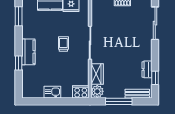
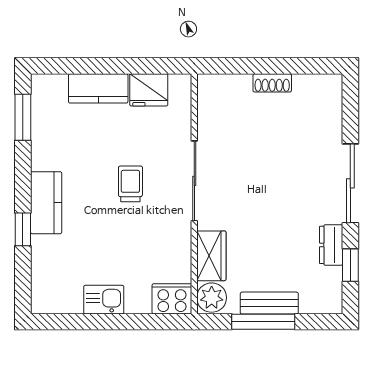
sliding door: (155, 23) -> (350, 183), moved
bench: (137, 94) -> (269, 303), moved

